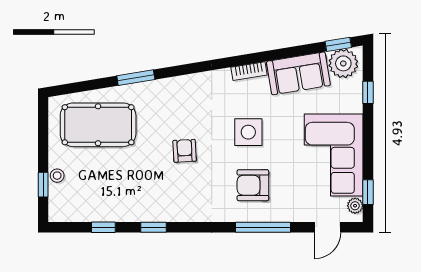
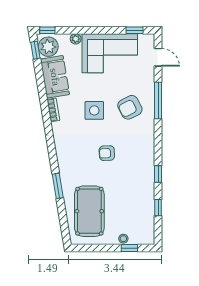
window: (368, 92) -> (47, 30), moved
armchair: (253, 185) -> (130, 107), turned 63
plant: (355, 206) -> (76, 39), moved

